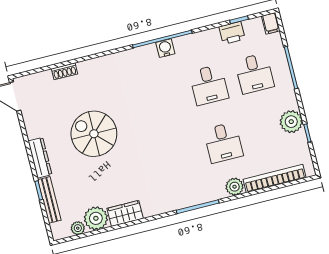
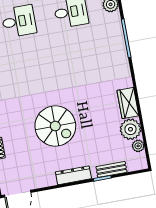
spiral stairs: (94, 134) -> (55, 126), turned -90
bench: (49, 200) -> (111, 169), width x0.73

